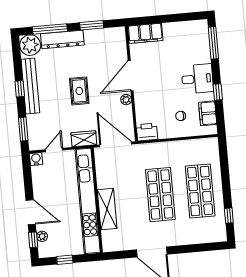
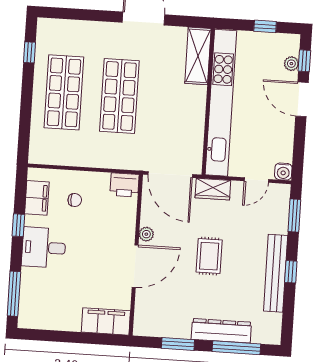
plant: (30, 45) -> (267, 330), removed
shelving: (107, 209) -> (198, 56), moved

